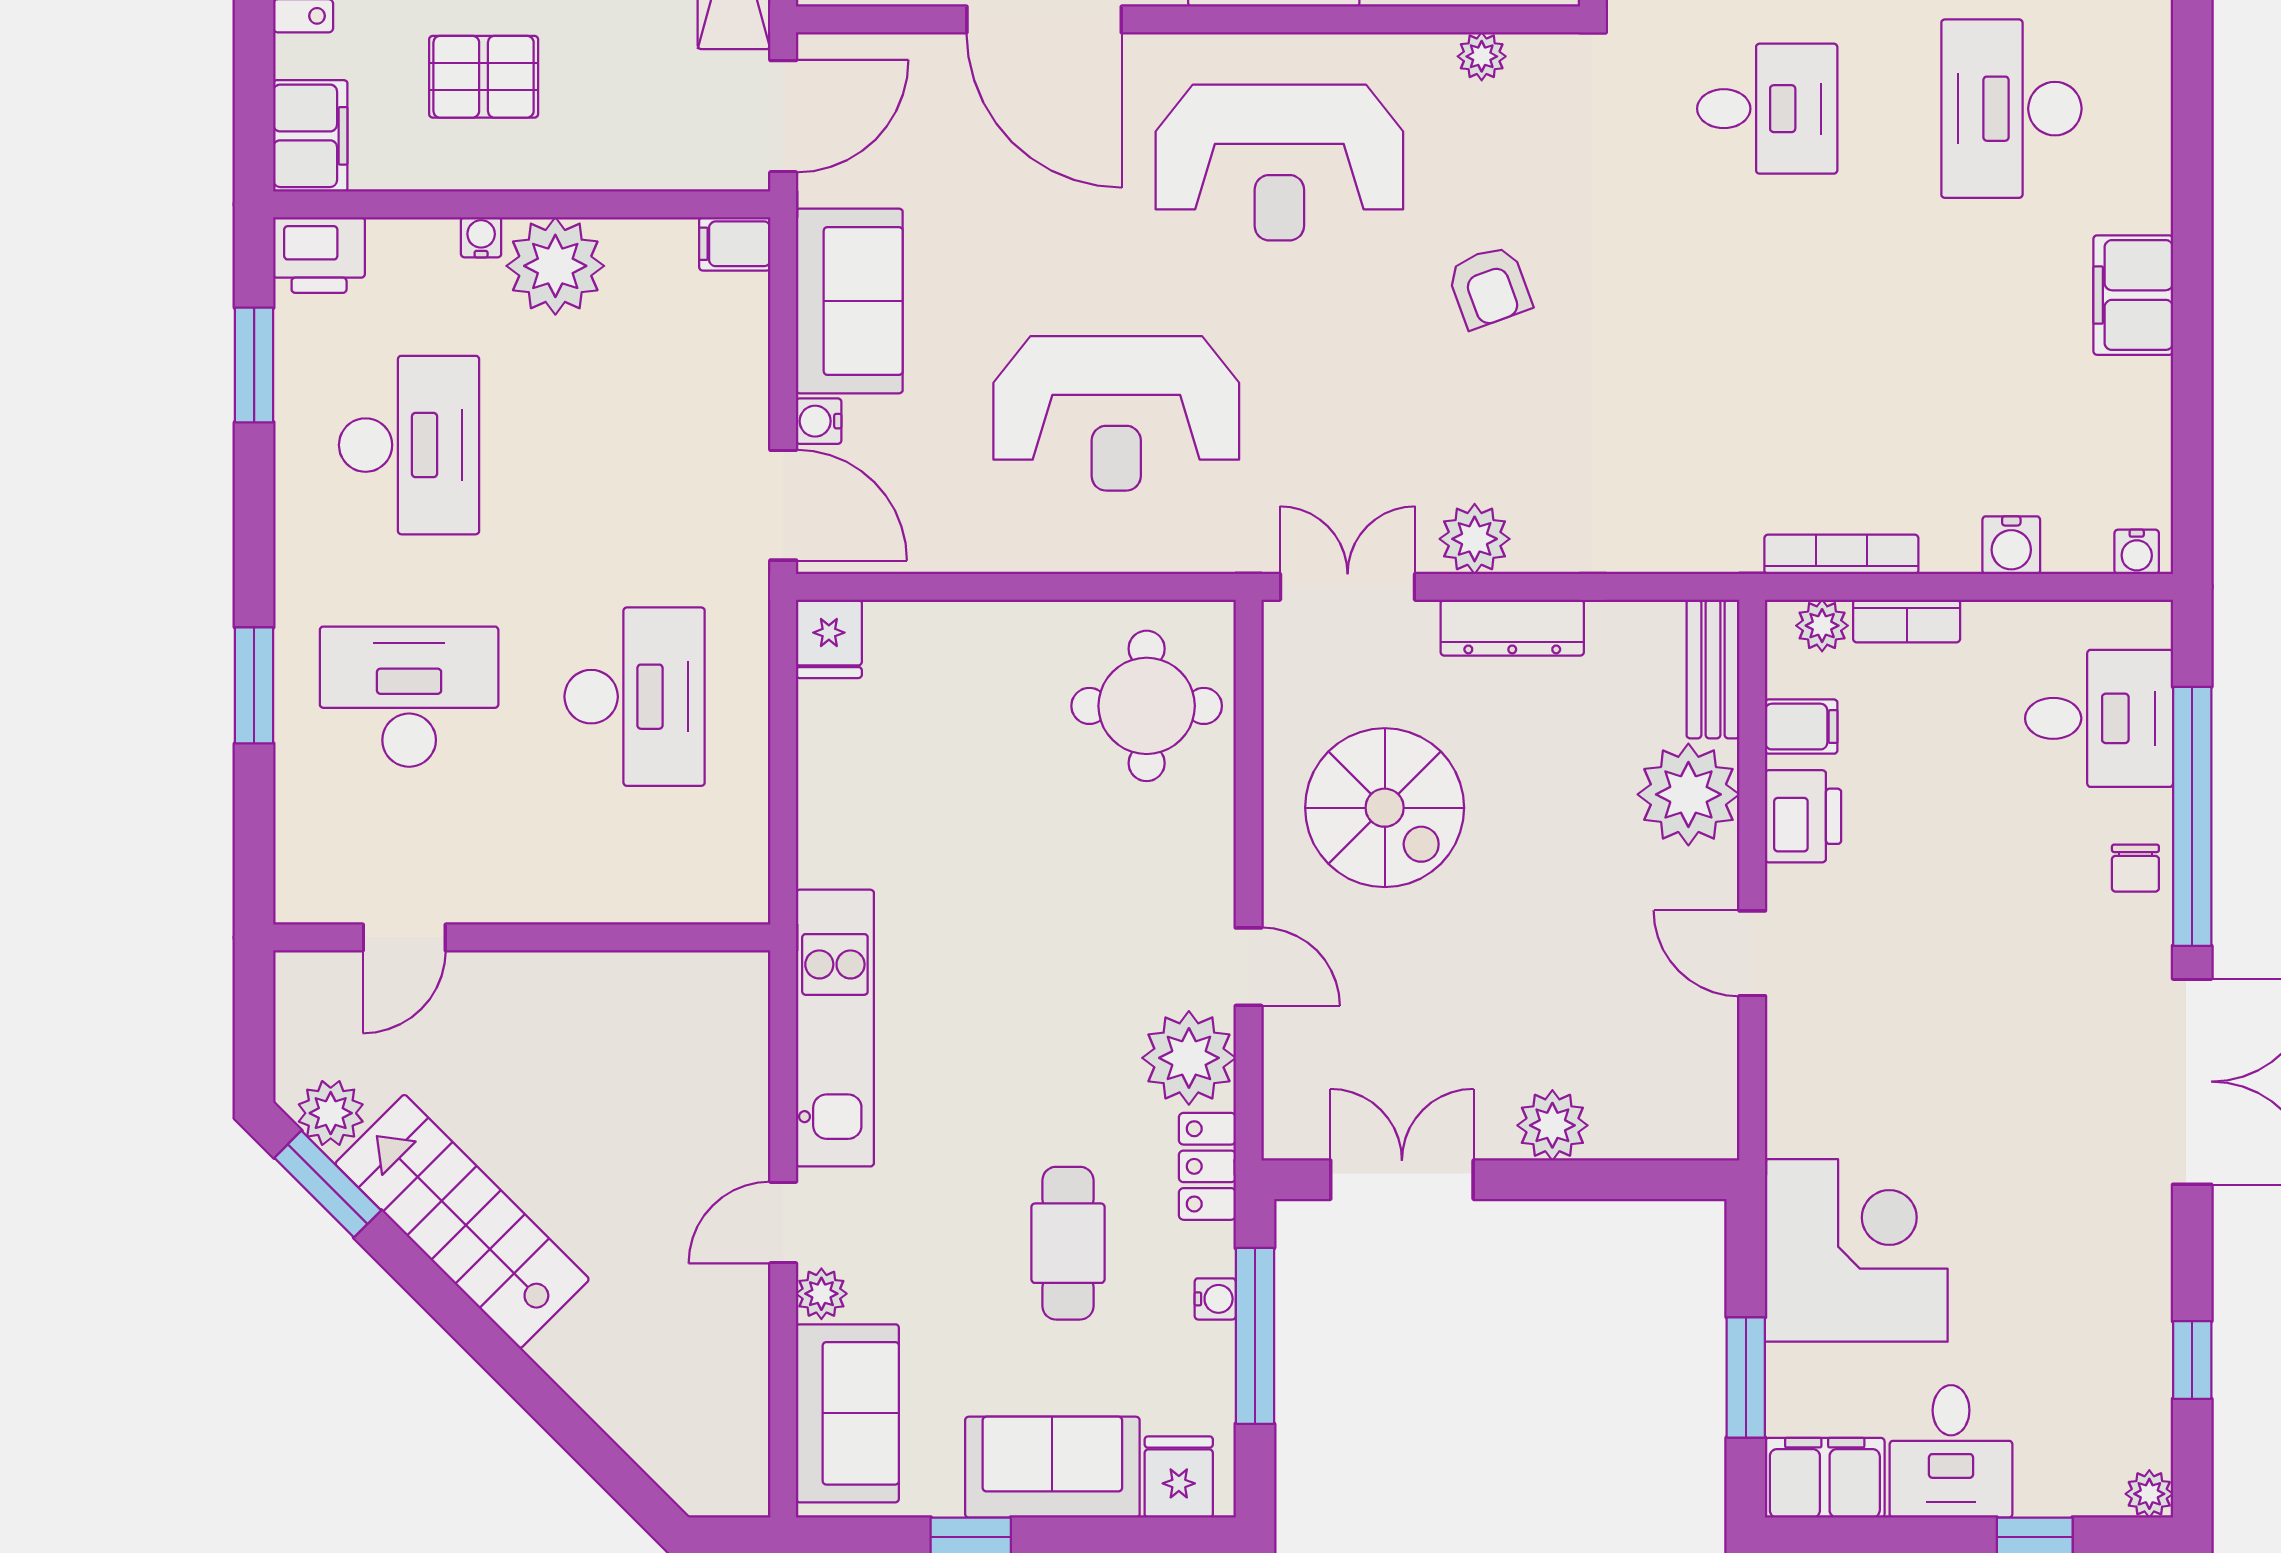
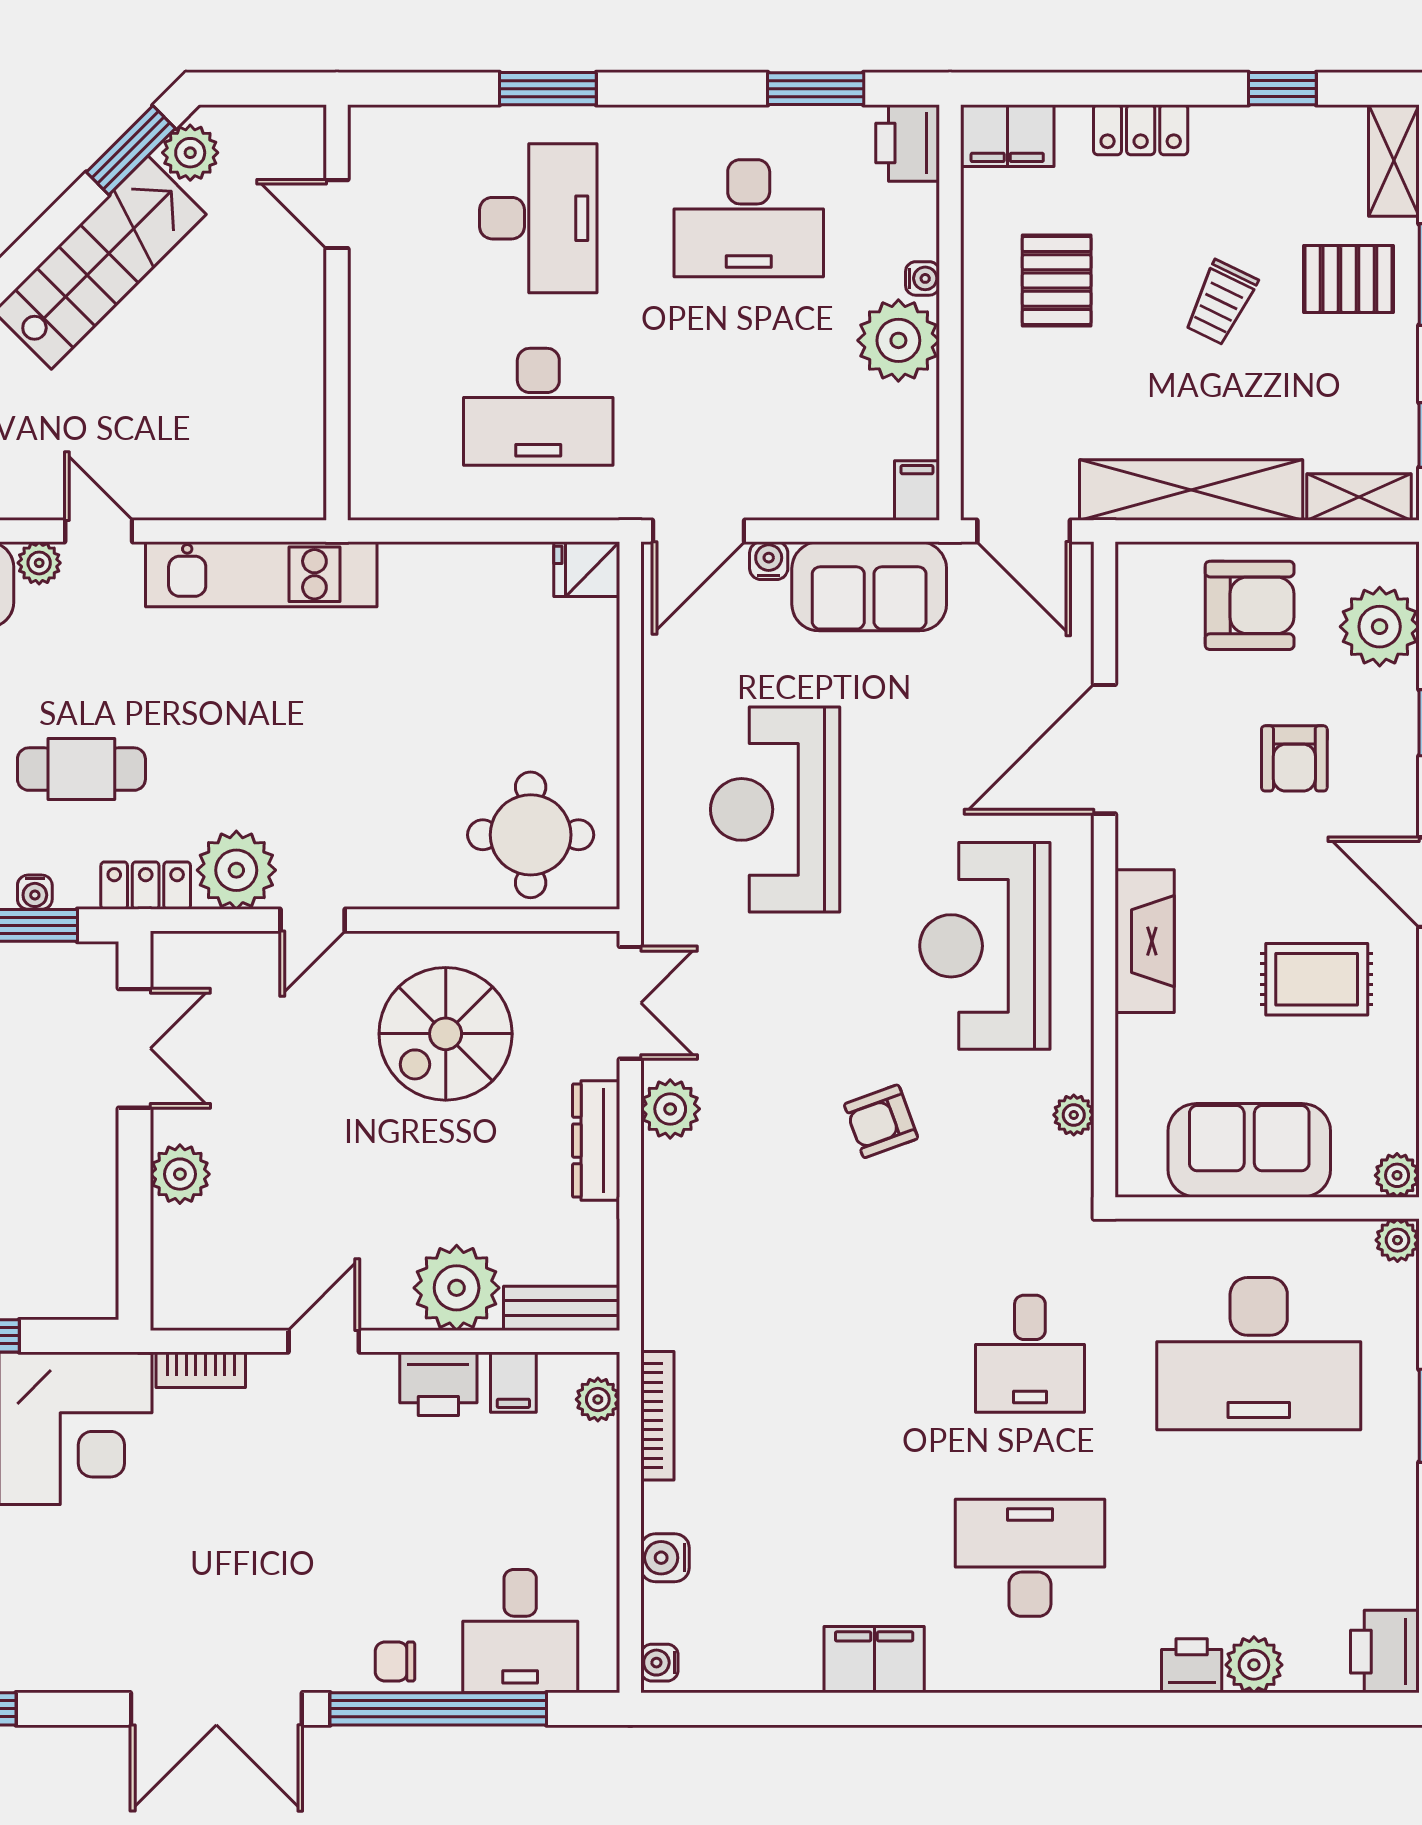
bookcase: (1907, 621) -> (201, 1370), moved, turned -90

